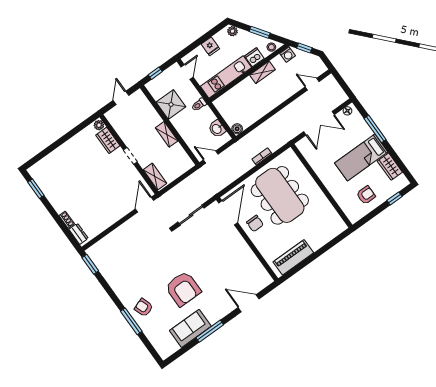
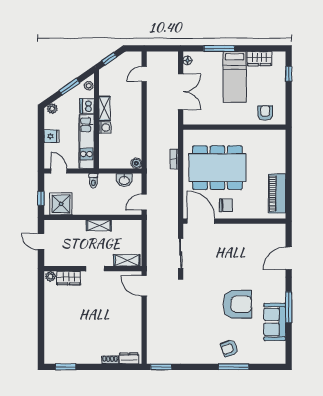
washing machine: (288, 55) -> (105, 128), moved
shower: (171, 104) -> (61, 204), moved
armchair: (366, 195) -> (265, 113), moved

